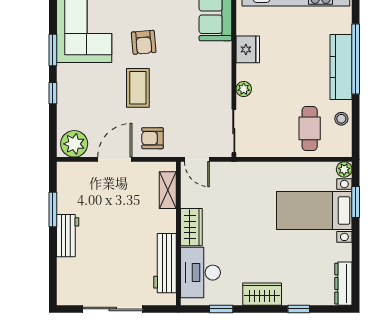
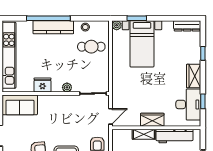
shelving: (168, 190) -> (144, 134), moved
desk: (200, 273) -> (188, 104), moved, turned -90

